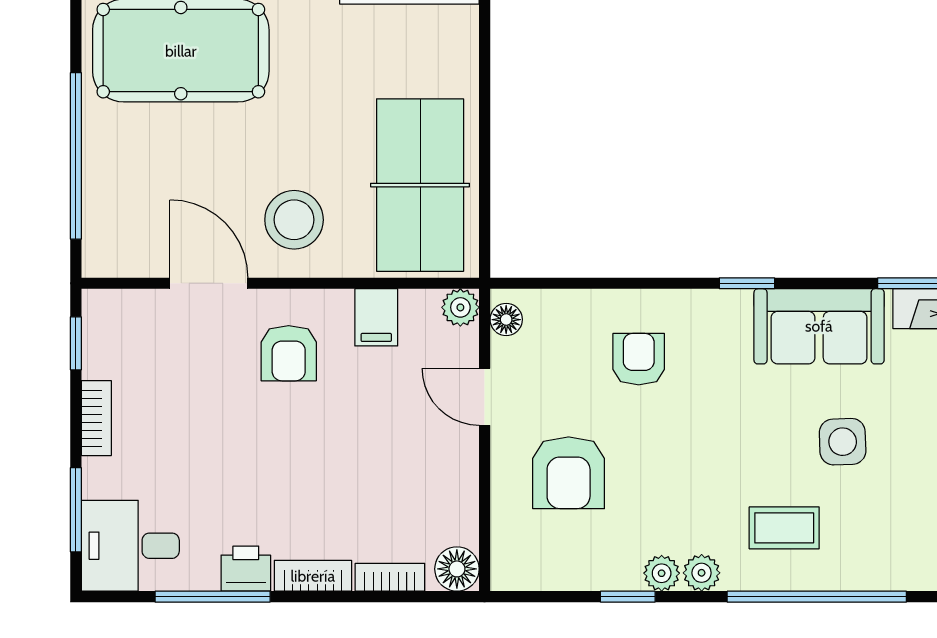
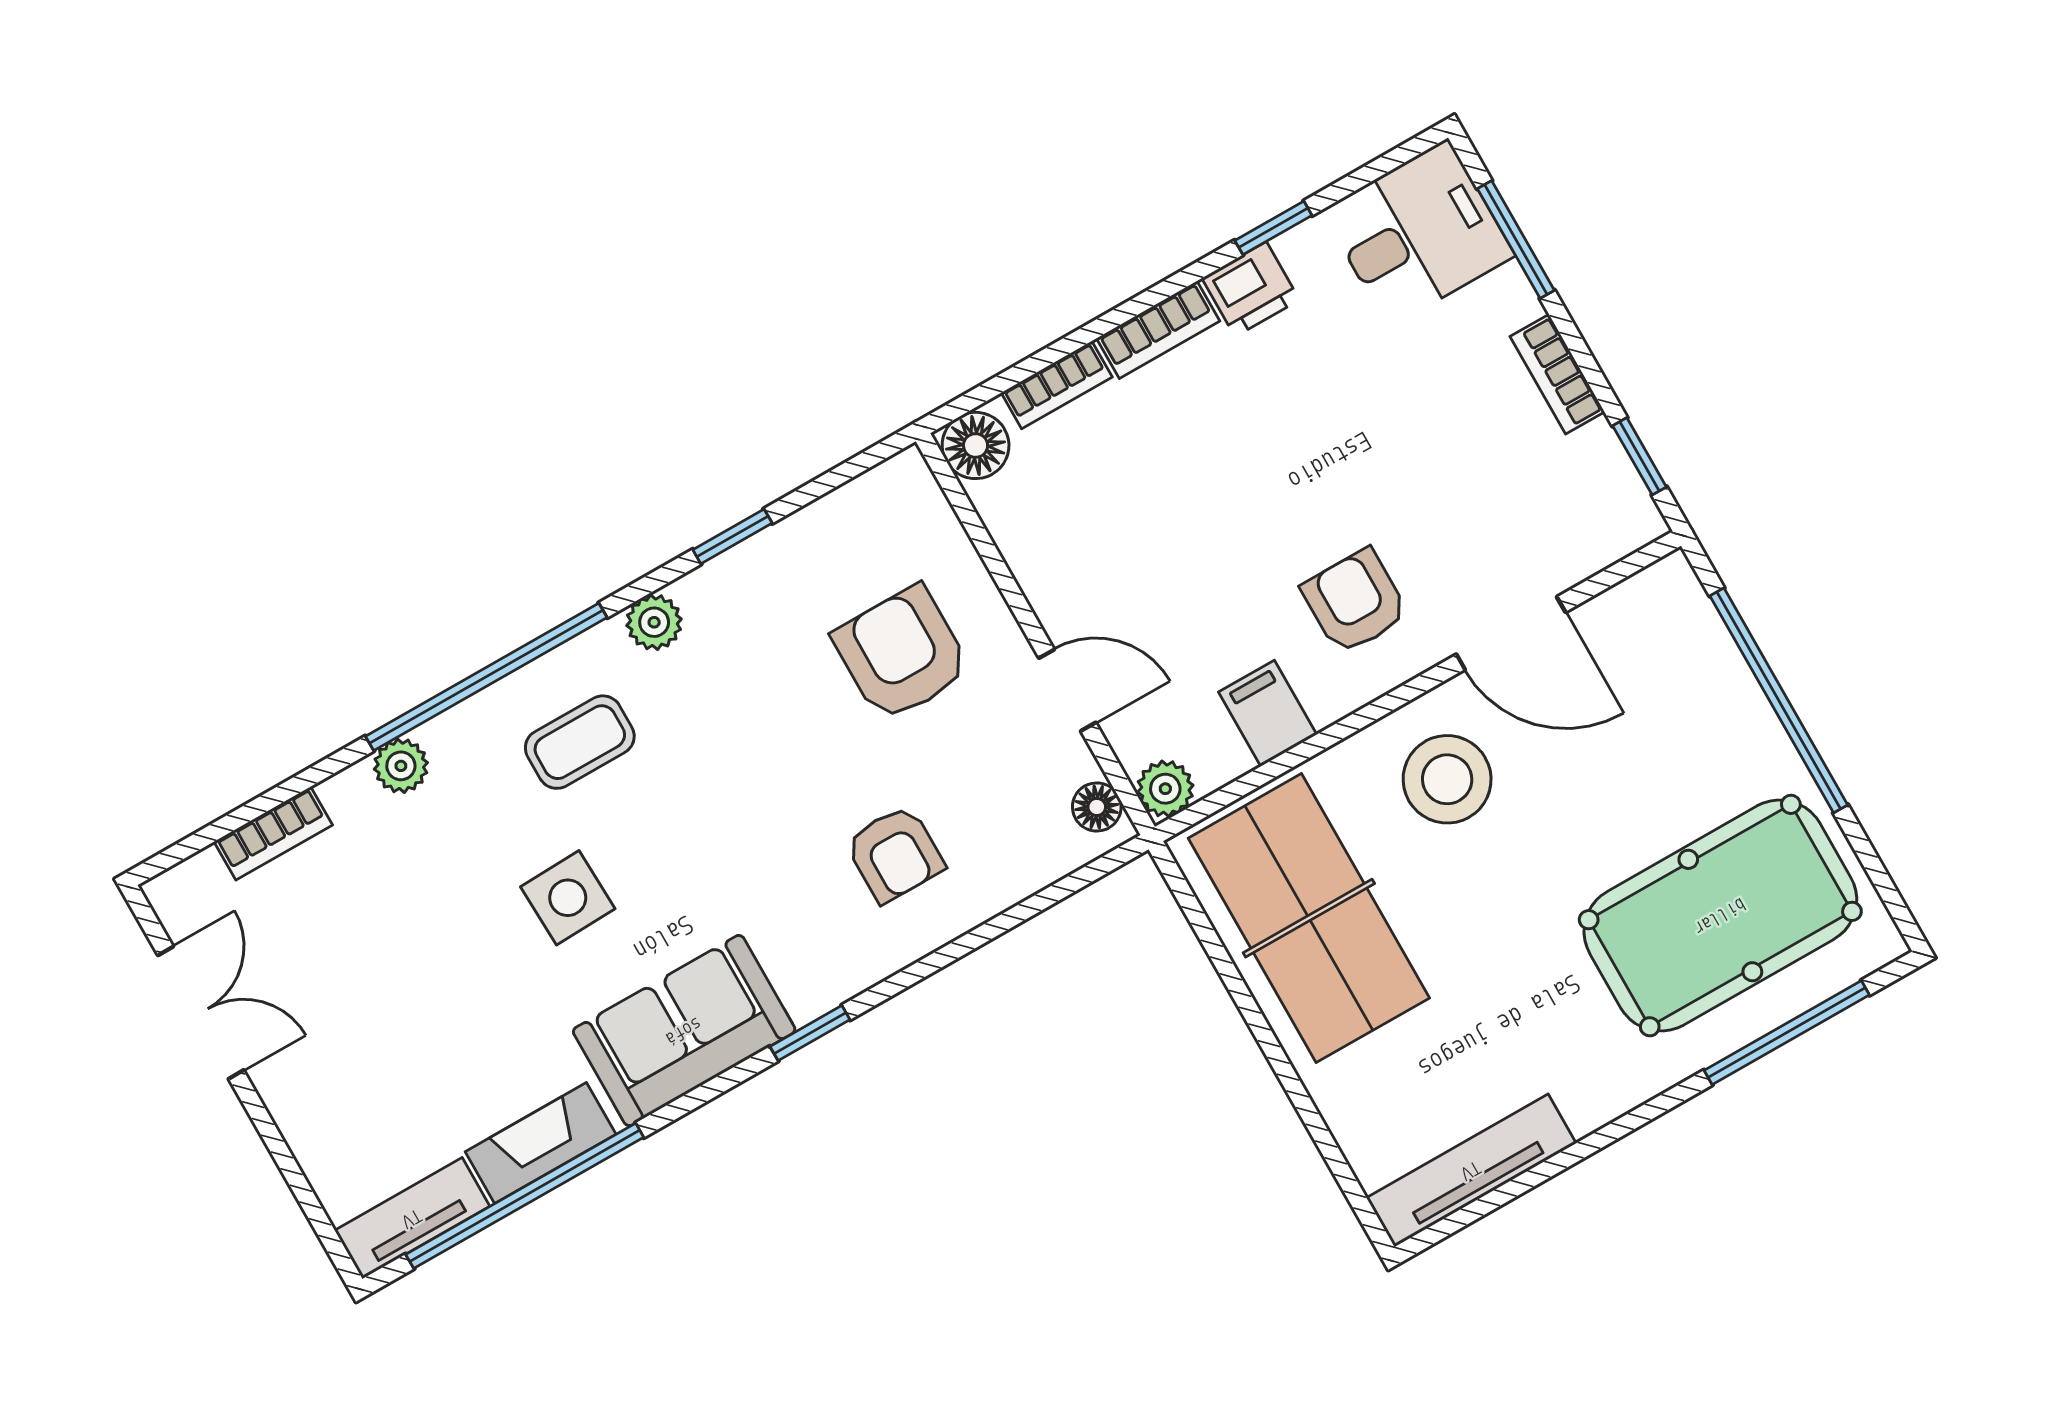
plant: (662, 573) -> (401, 766), moved
window: (213, 597) -> (1273, 228), width x0.46

